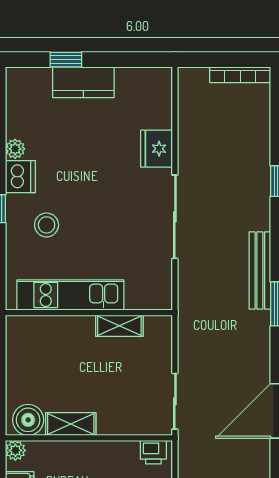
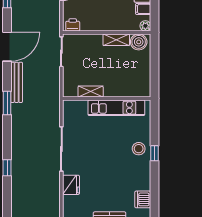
plant: (15, 149) -> (146, 185), removed
dishwasher: (20, 177) -> (143, 199), moved
stool: (47, 225) -> (139, 149), moved
bench: (260, 271) -> (17, 82), moved

